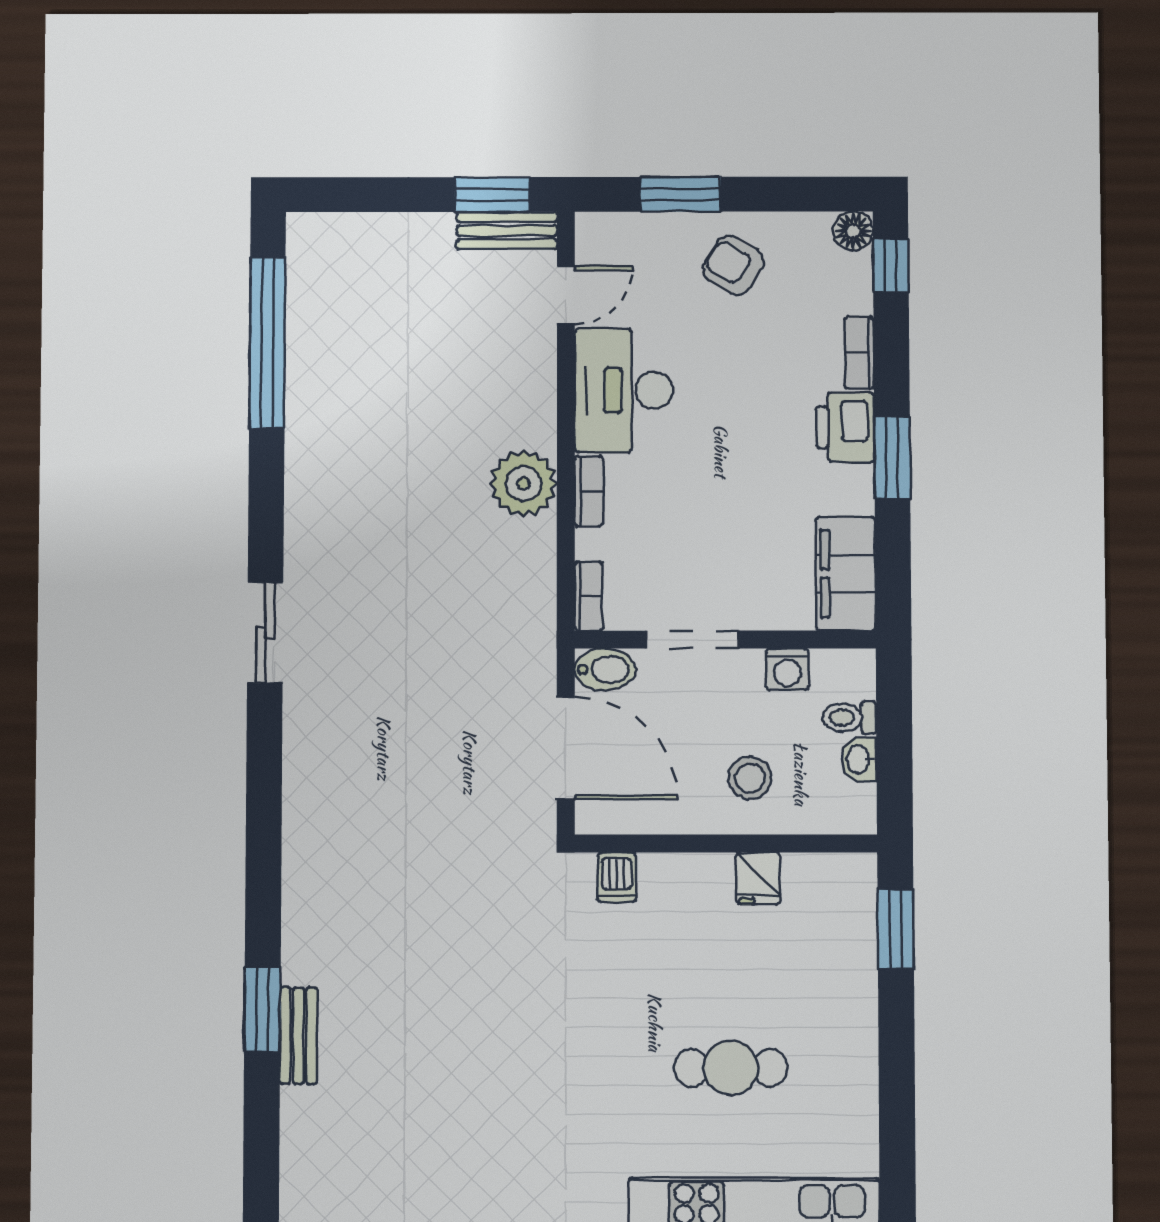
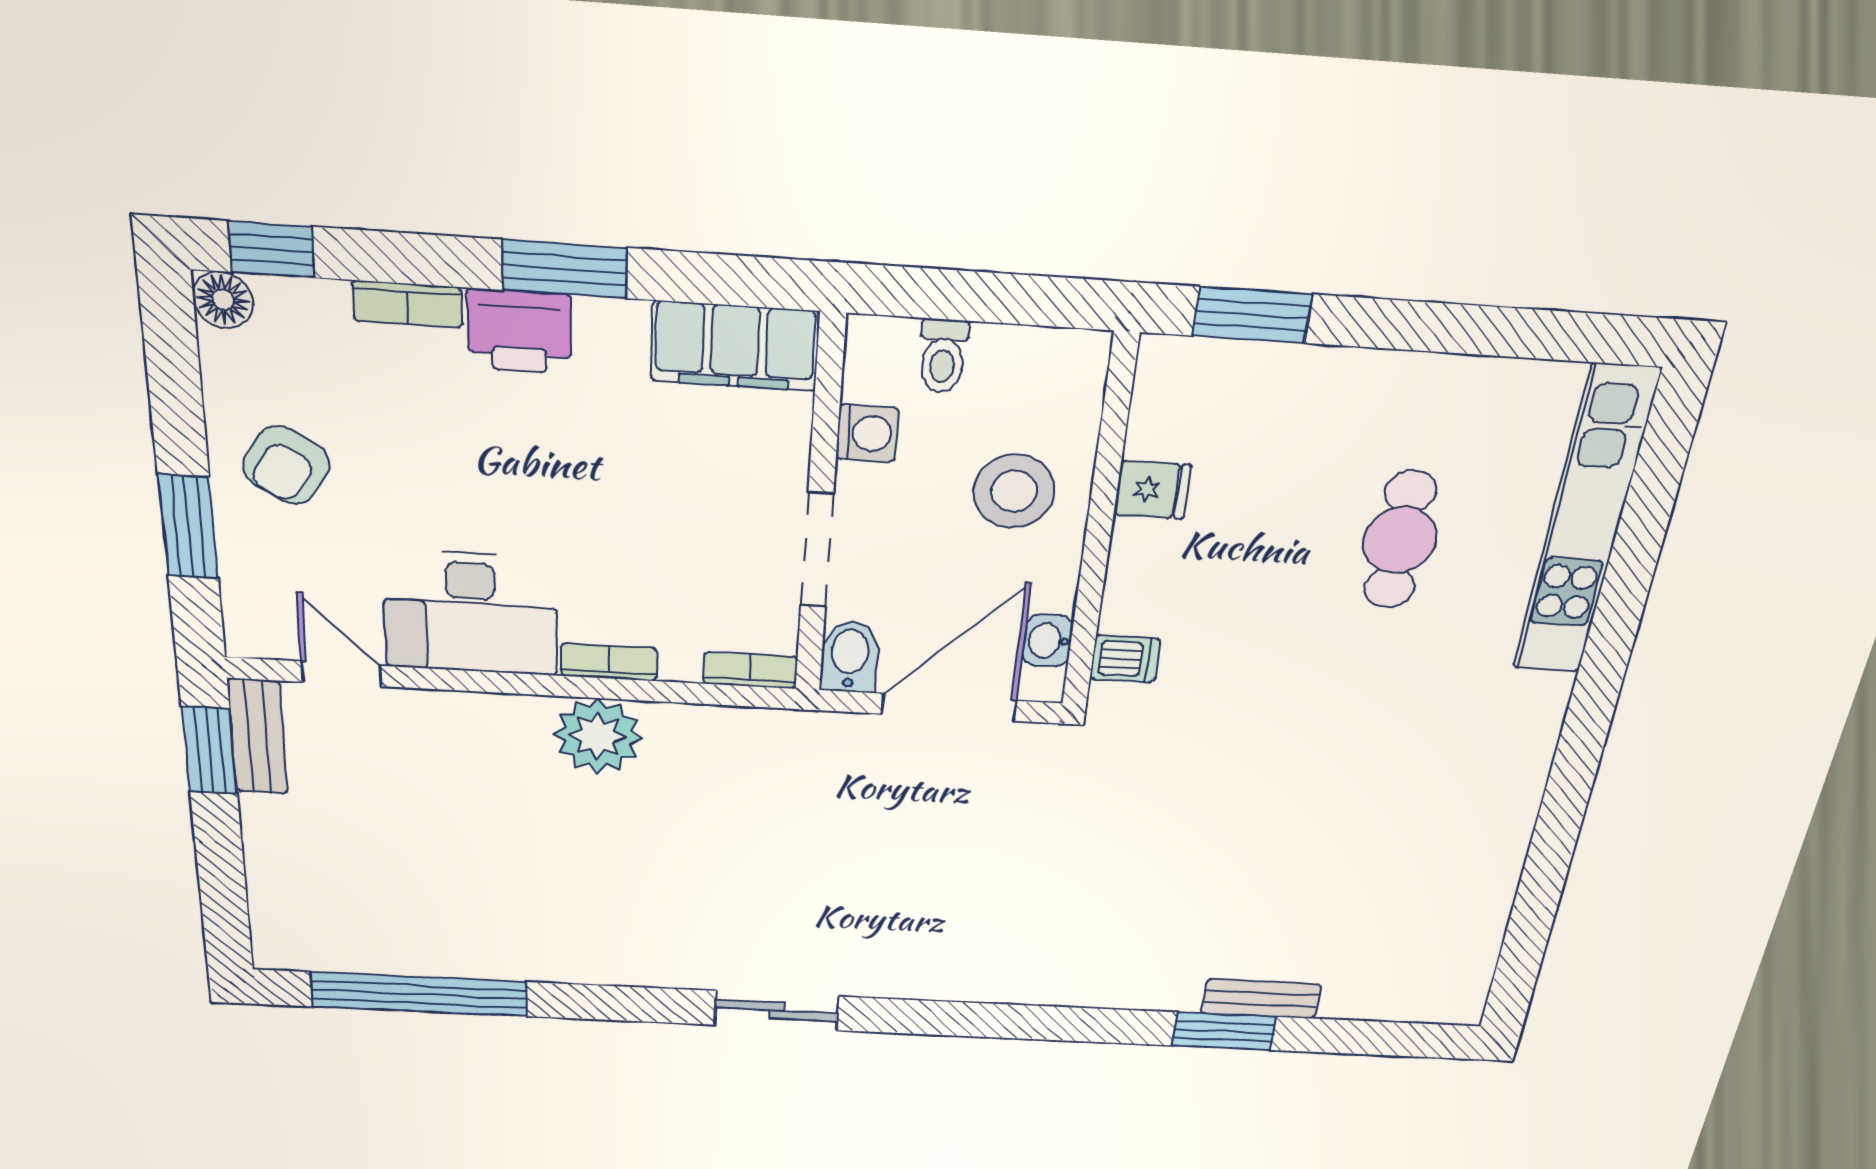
washbasin: (859, 760) -> (1048, 641), moved, turned 90
stool: (750, 778) -> (1014, 491), width x1.38, depth x1.38

